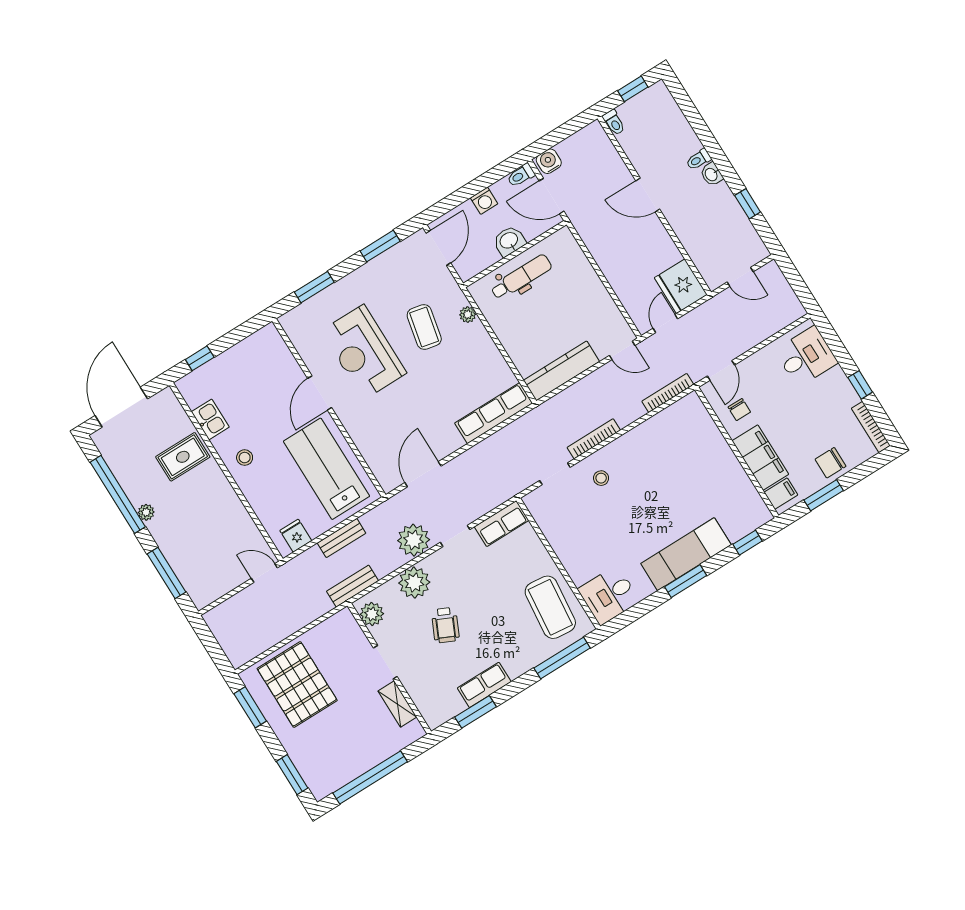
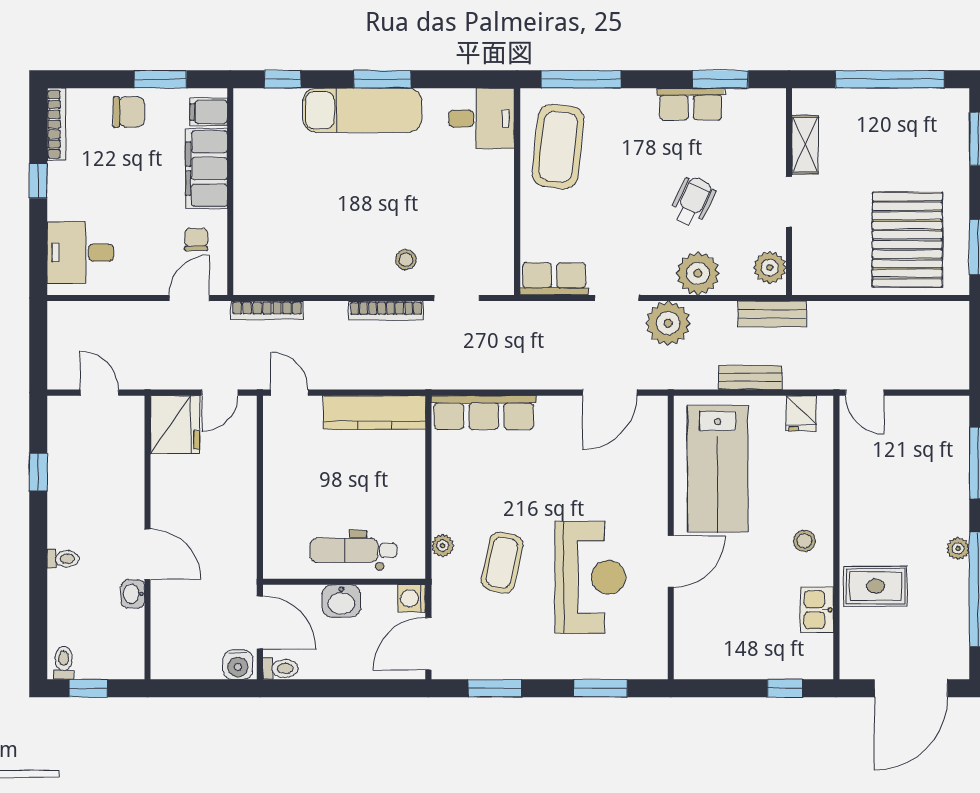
toilet: (614, 122) -> (64, 663), moved
washbasin: (712, 174) -> (133, 594), moved, turned 180
washing machine: (484, 201) -> (412, 598), moved, turned -90

